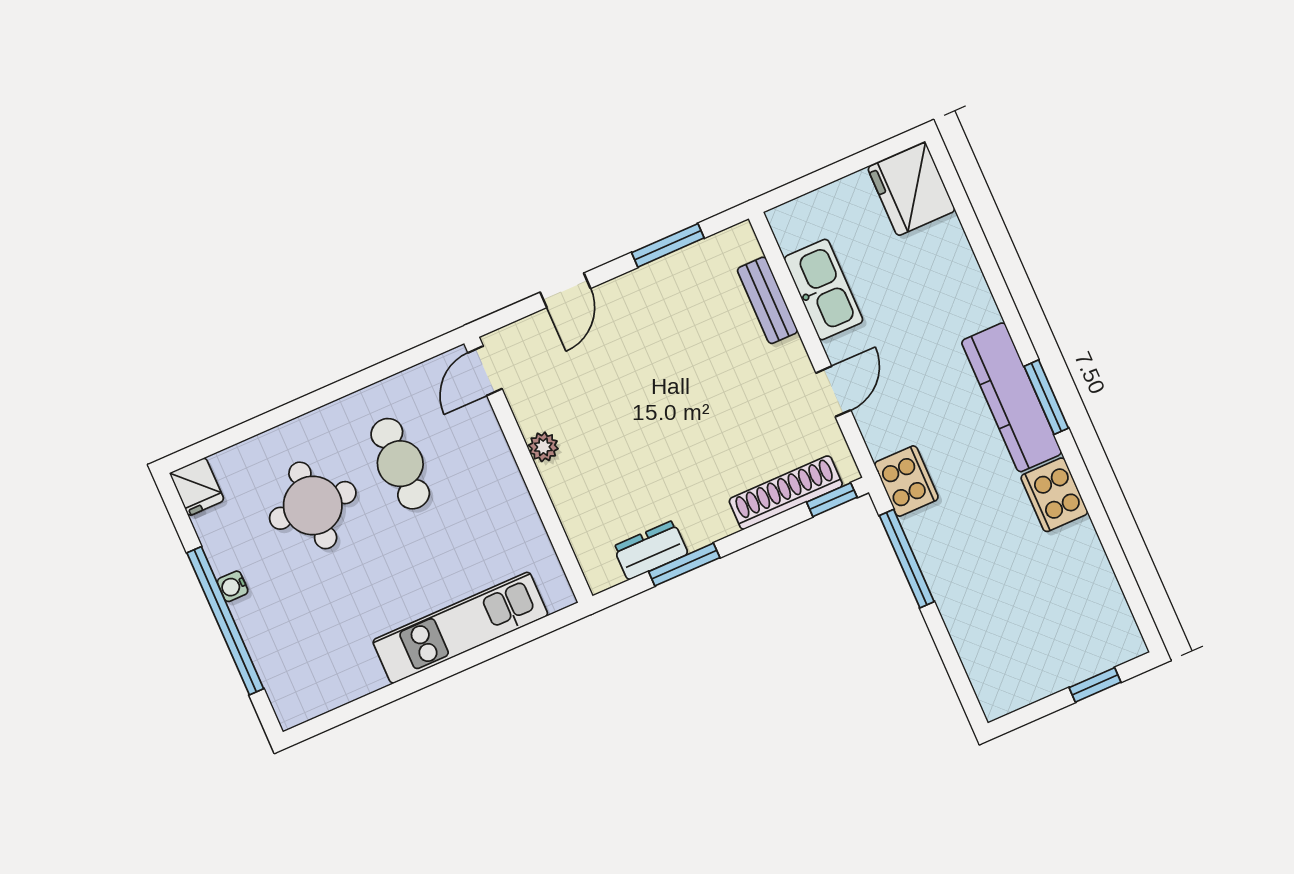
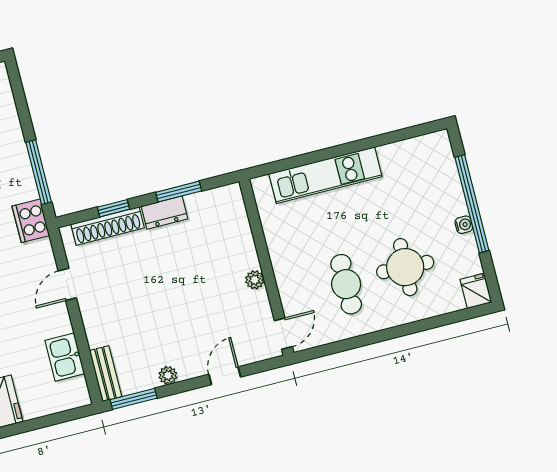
window: (668, 245) -> (134, 399), moved
plant: (654, 276) -> (168, 375), added
kitchen sink: (824, 290) -> (65, 357), width x0.73
bench: (767, 300) -> (106, 374), moved
window: (832, 500) -> (114, 208), moved
dresser: (651, 550) -> (164, 213), moved

